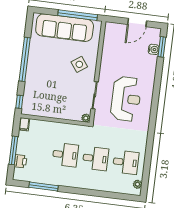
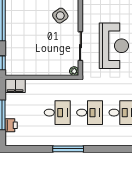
filing cabinet: (24, 124) -> (15, 86), width x2.00
window: (44, 187) -> (68, 149), moved

